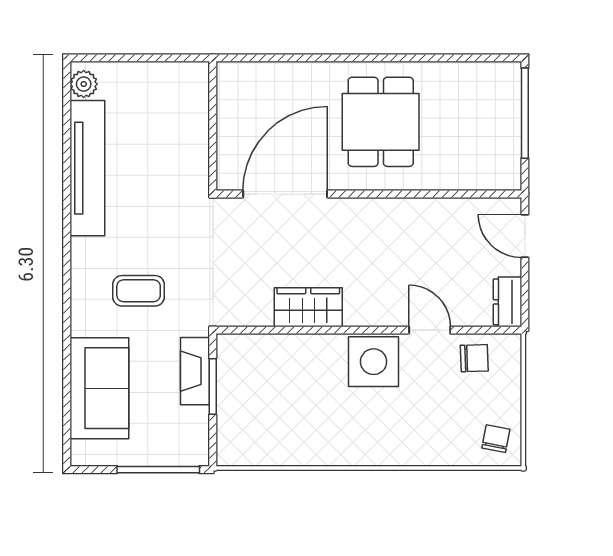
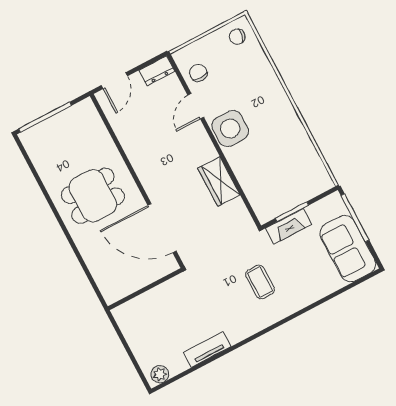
tv unit: (87, 168) -> (207, 349), width x0.52, depth x0.78
sofa: (99, 388) -> (348, 249), moved, turned -90

